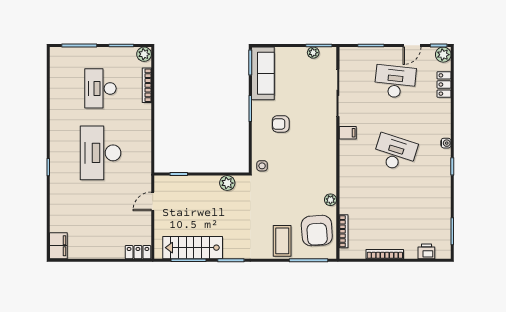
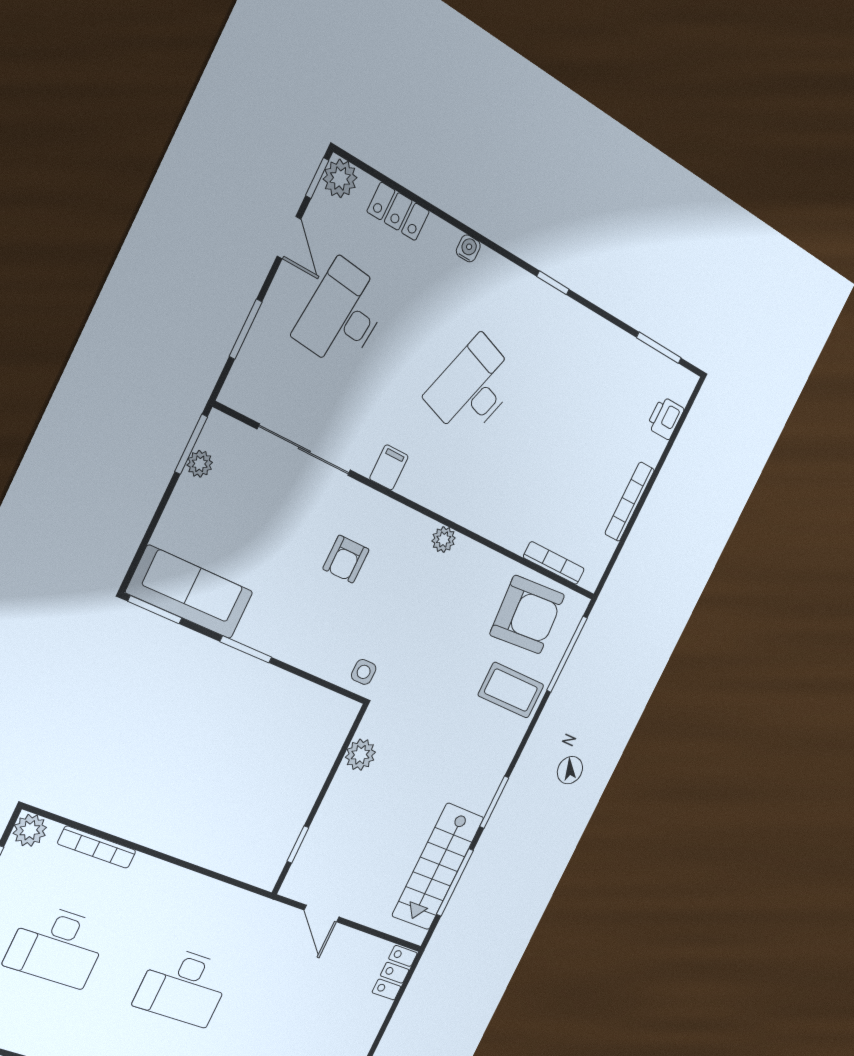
armchair: (281, 124) -> (346, 559), moved
water cooler: (446, 143) -> (468, 248), moved
desk: (100, 153) -> (184, 986), width x0.73, depth x0.77
plant: (330, 200) -> (444, 539), moved

